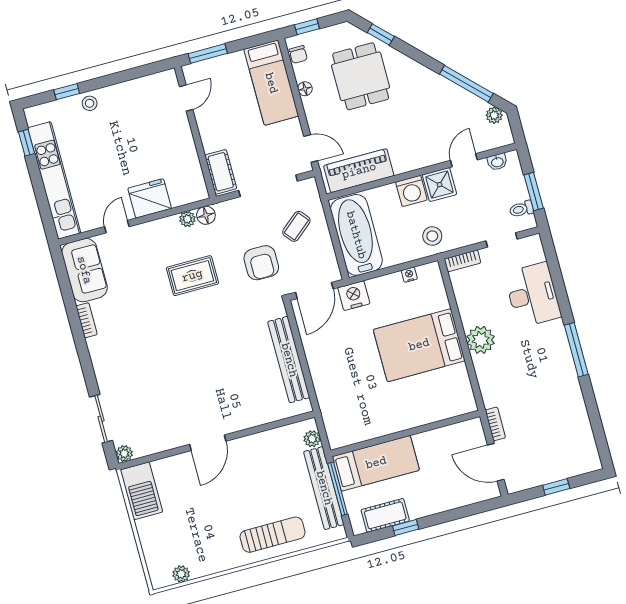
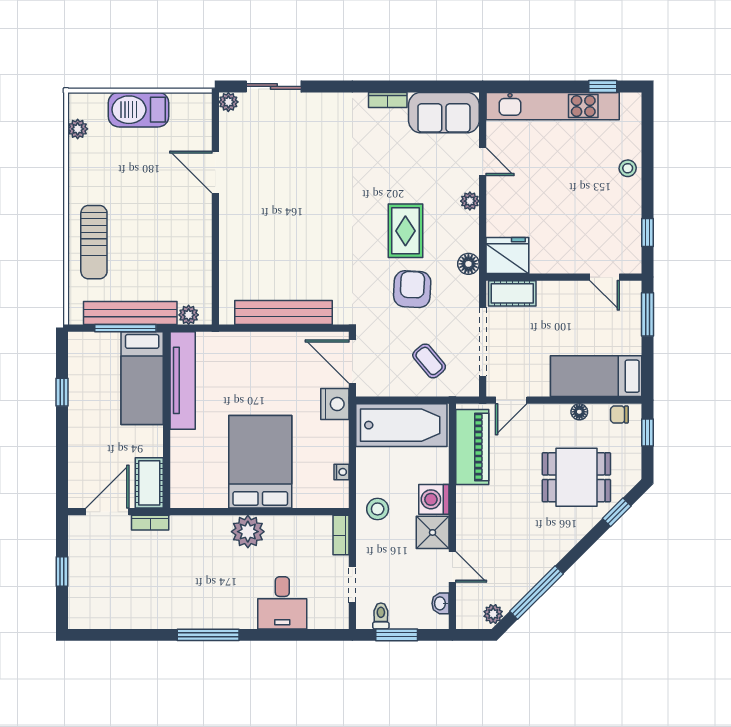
window: (67, 92) -> (648, 232), moved
fridge: (150, 198) -> (507, 255), moved, turned -90
plant: (187, 219) -> (470, 201), moved
armchair: (261, 263) -> (412, 289), moved, turned 93
desk: (533, 295) -> (282, 603), width x0.73
tv unit: (369, 429) -> (183, 380), added
door: (208, 443) -> (215, 172), moved
barbecue: (141, 491) -> (139, 110), moved
cot: (385, 515) -> (149, 483), moved

